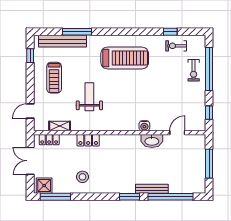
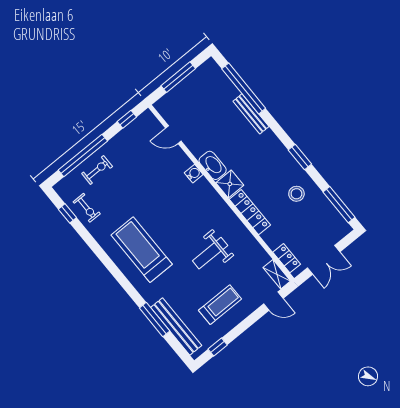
window: (170, 32) -> (67, 213), moved
shelving: (60, 126) -> (277, 274), moved
locker: (88, 140) -> (250, 212), width x1.53
washbasin: (152, 141) -> (213, 165), moved
shower: (44, 186) -> (230, 184), moved
window: (129, 197) -> (300, 157), moved

